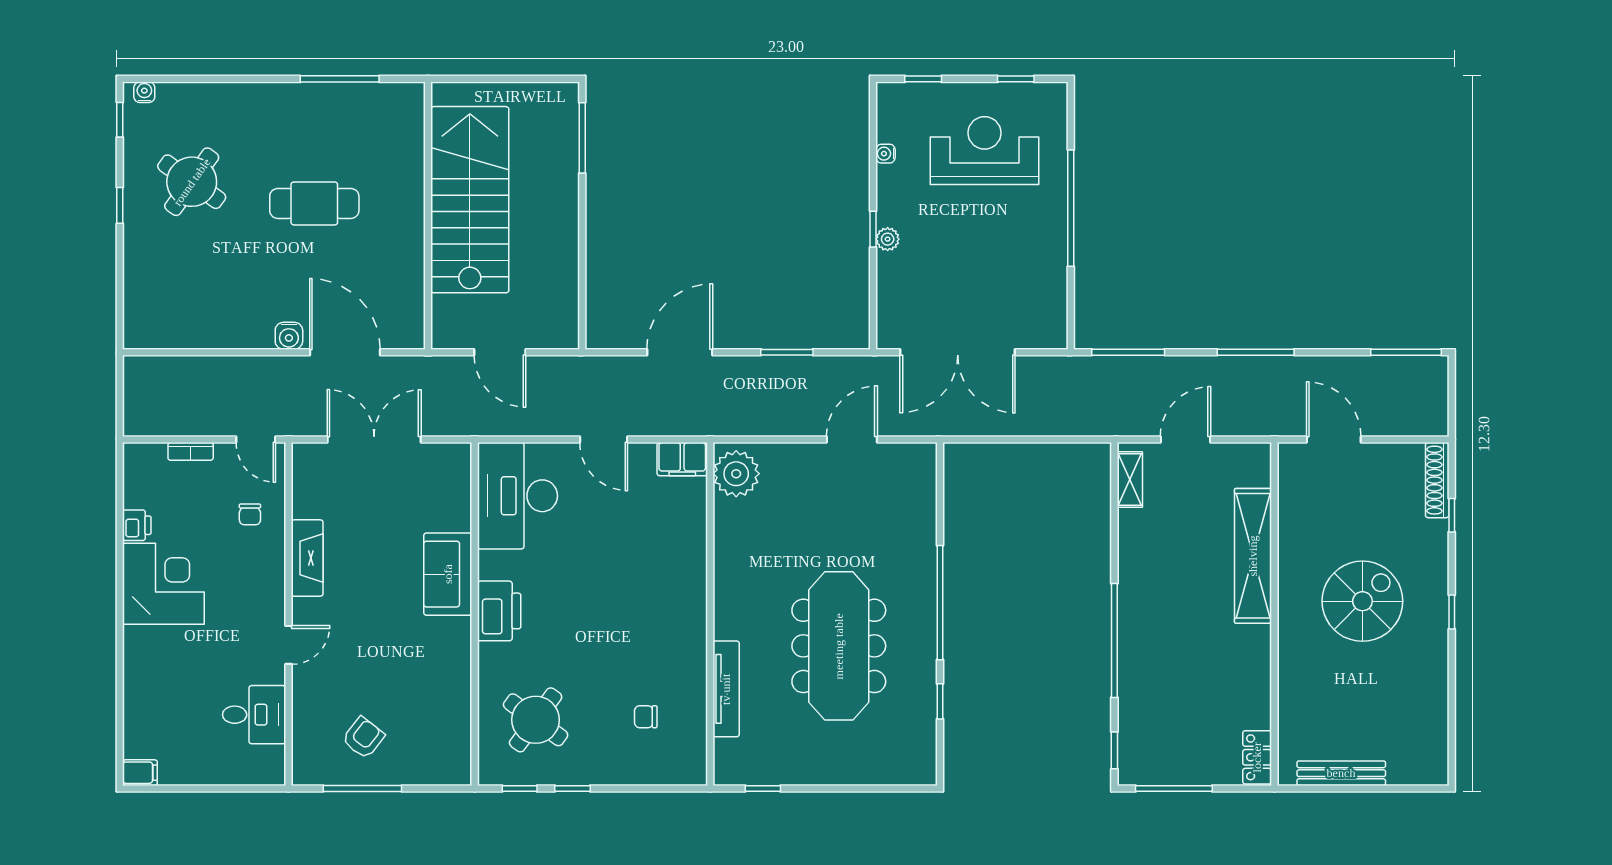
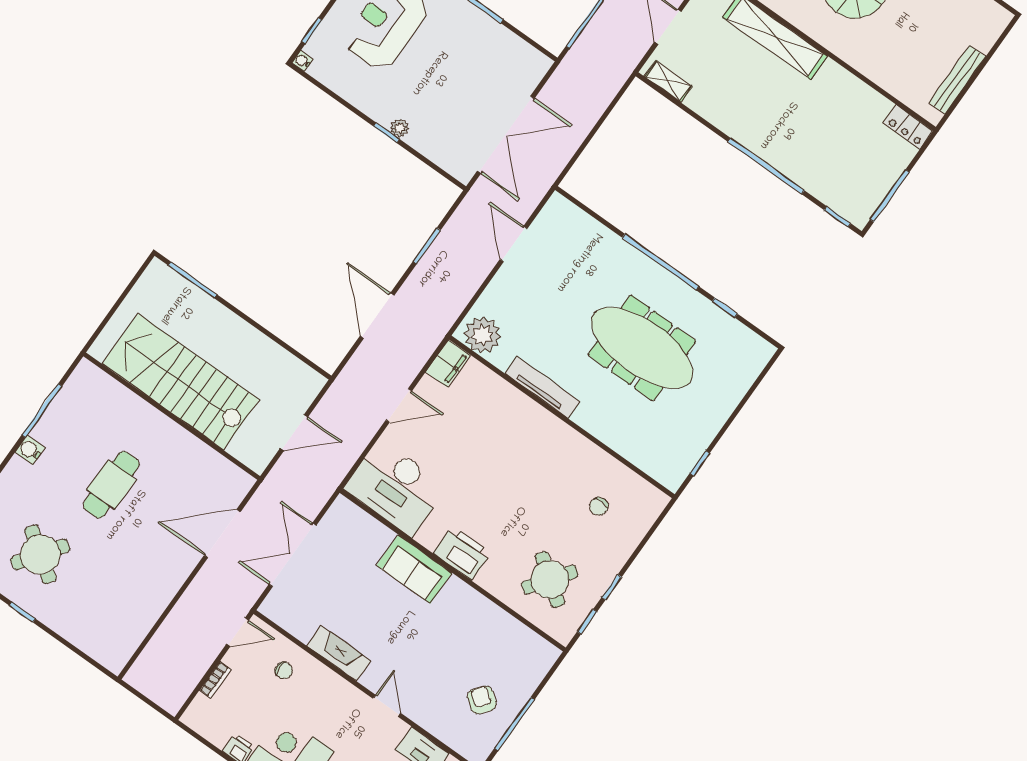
water cooler: (885, 154) -> (303, 61), moved, turned 90
water cooler: (289, 336) -> (30, 450), moved, turned 180
tv unit: (726, 689) -> (542, 388), moved

